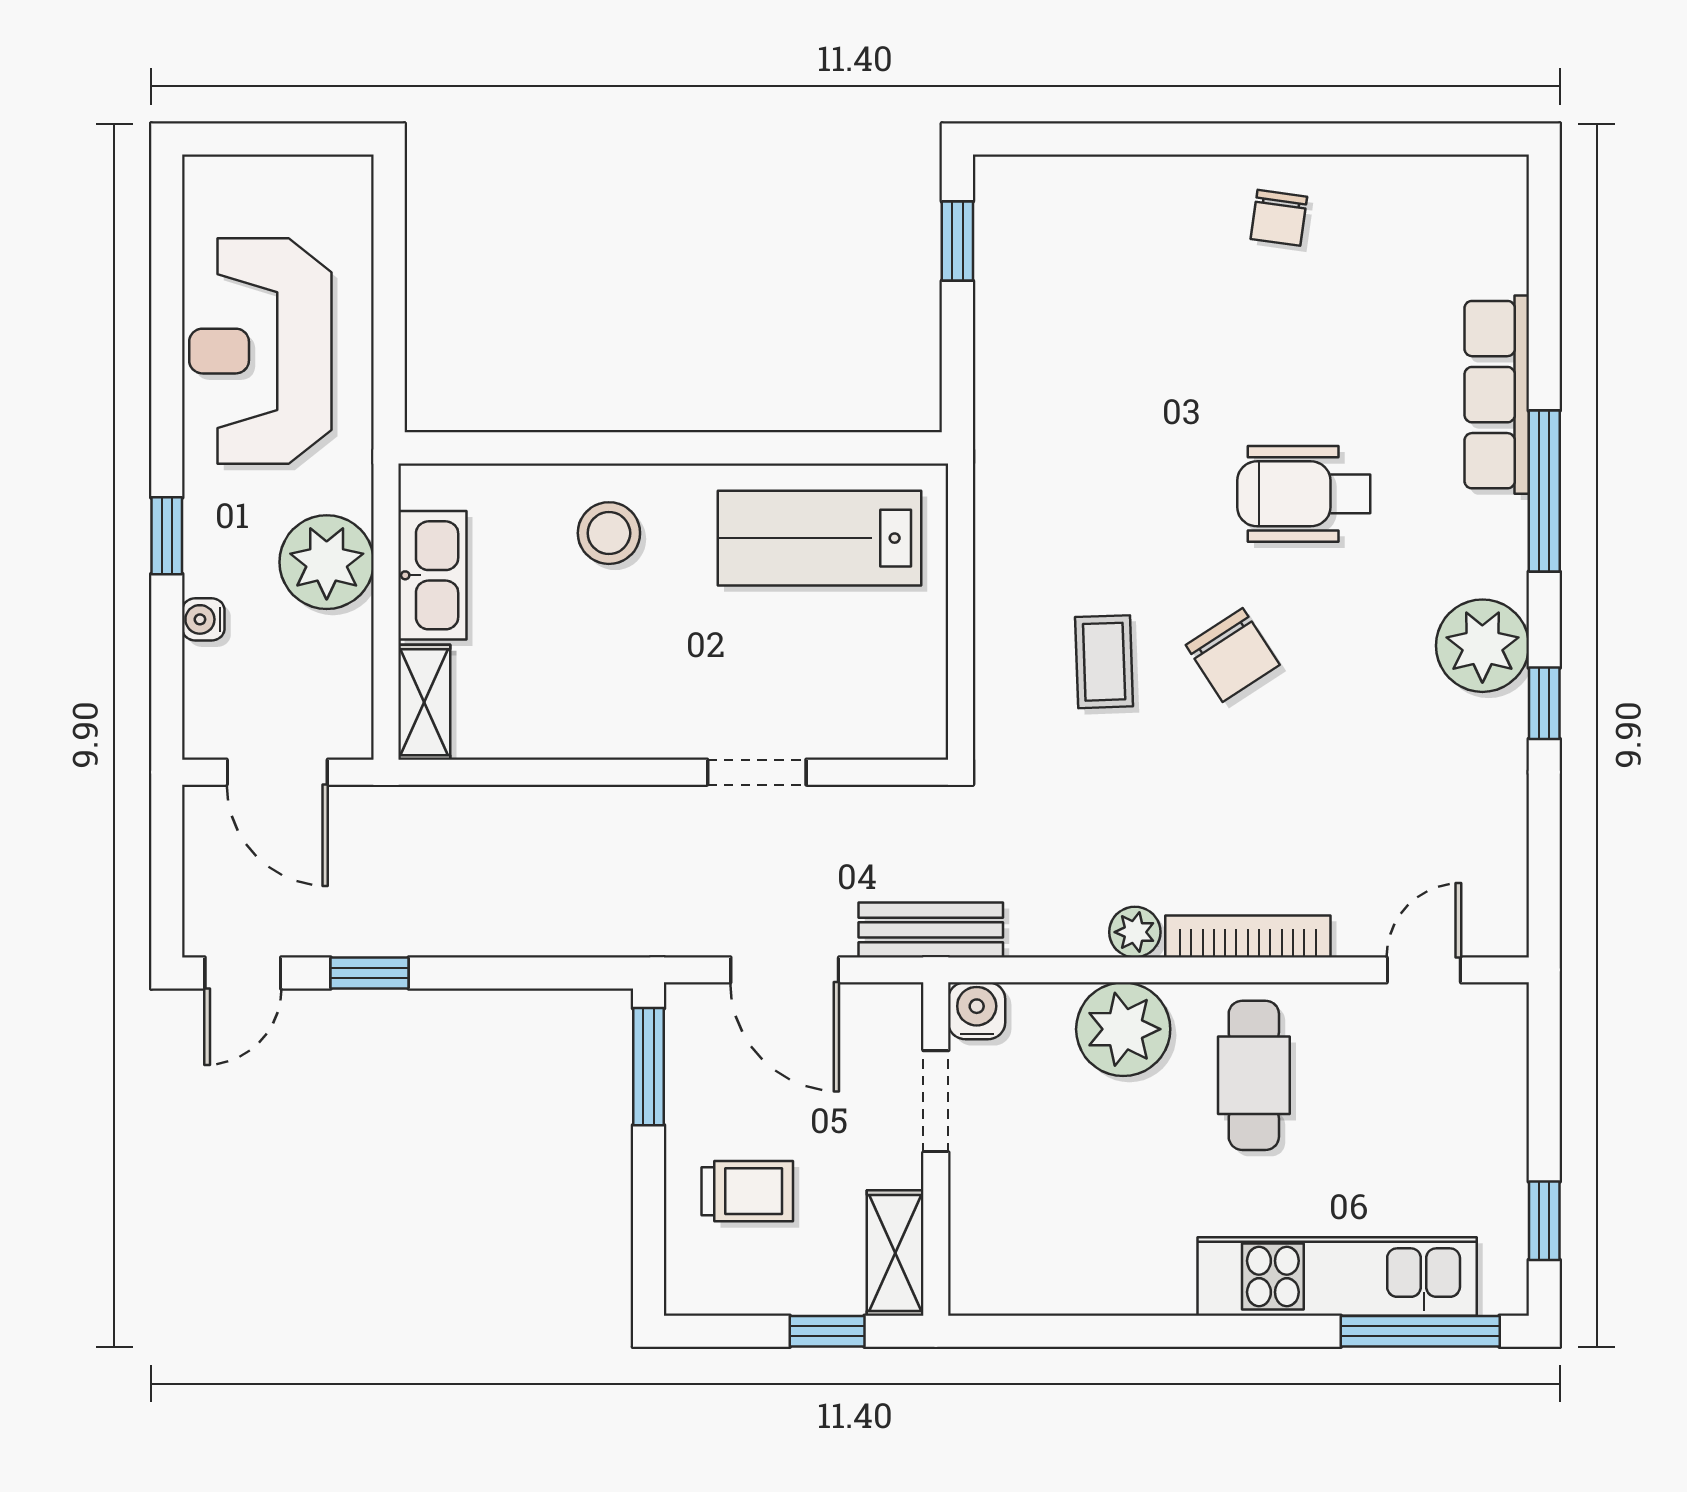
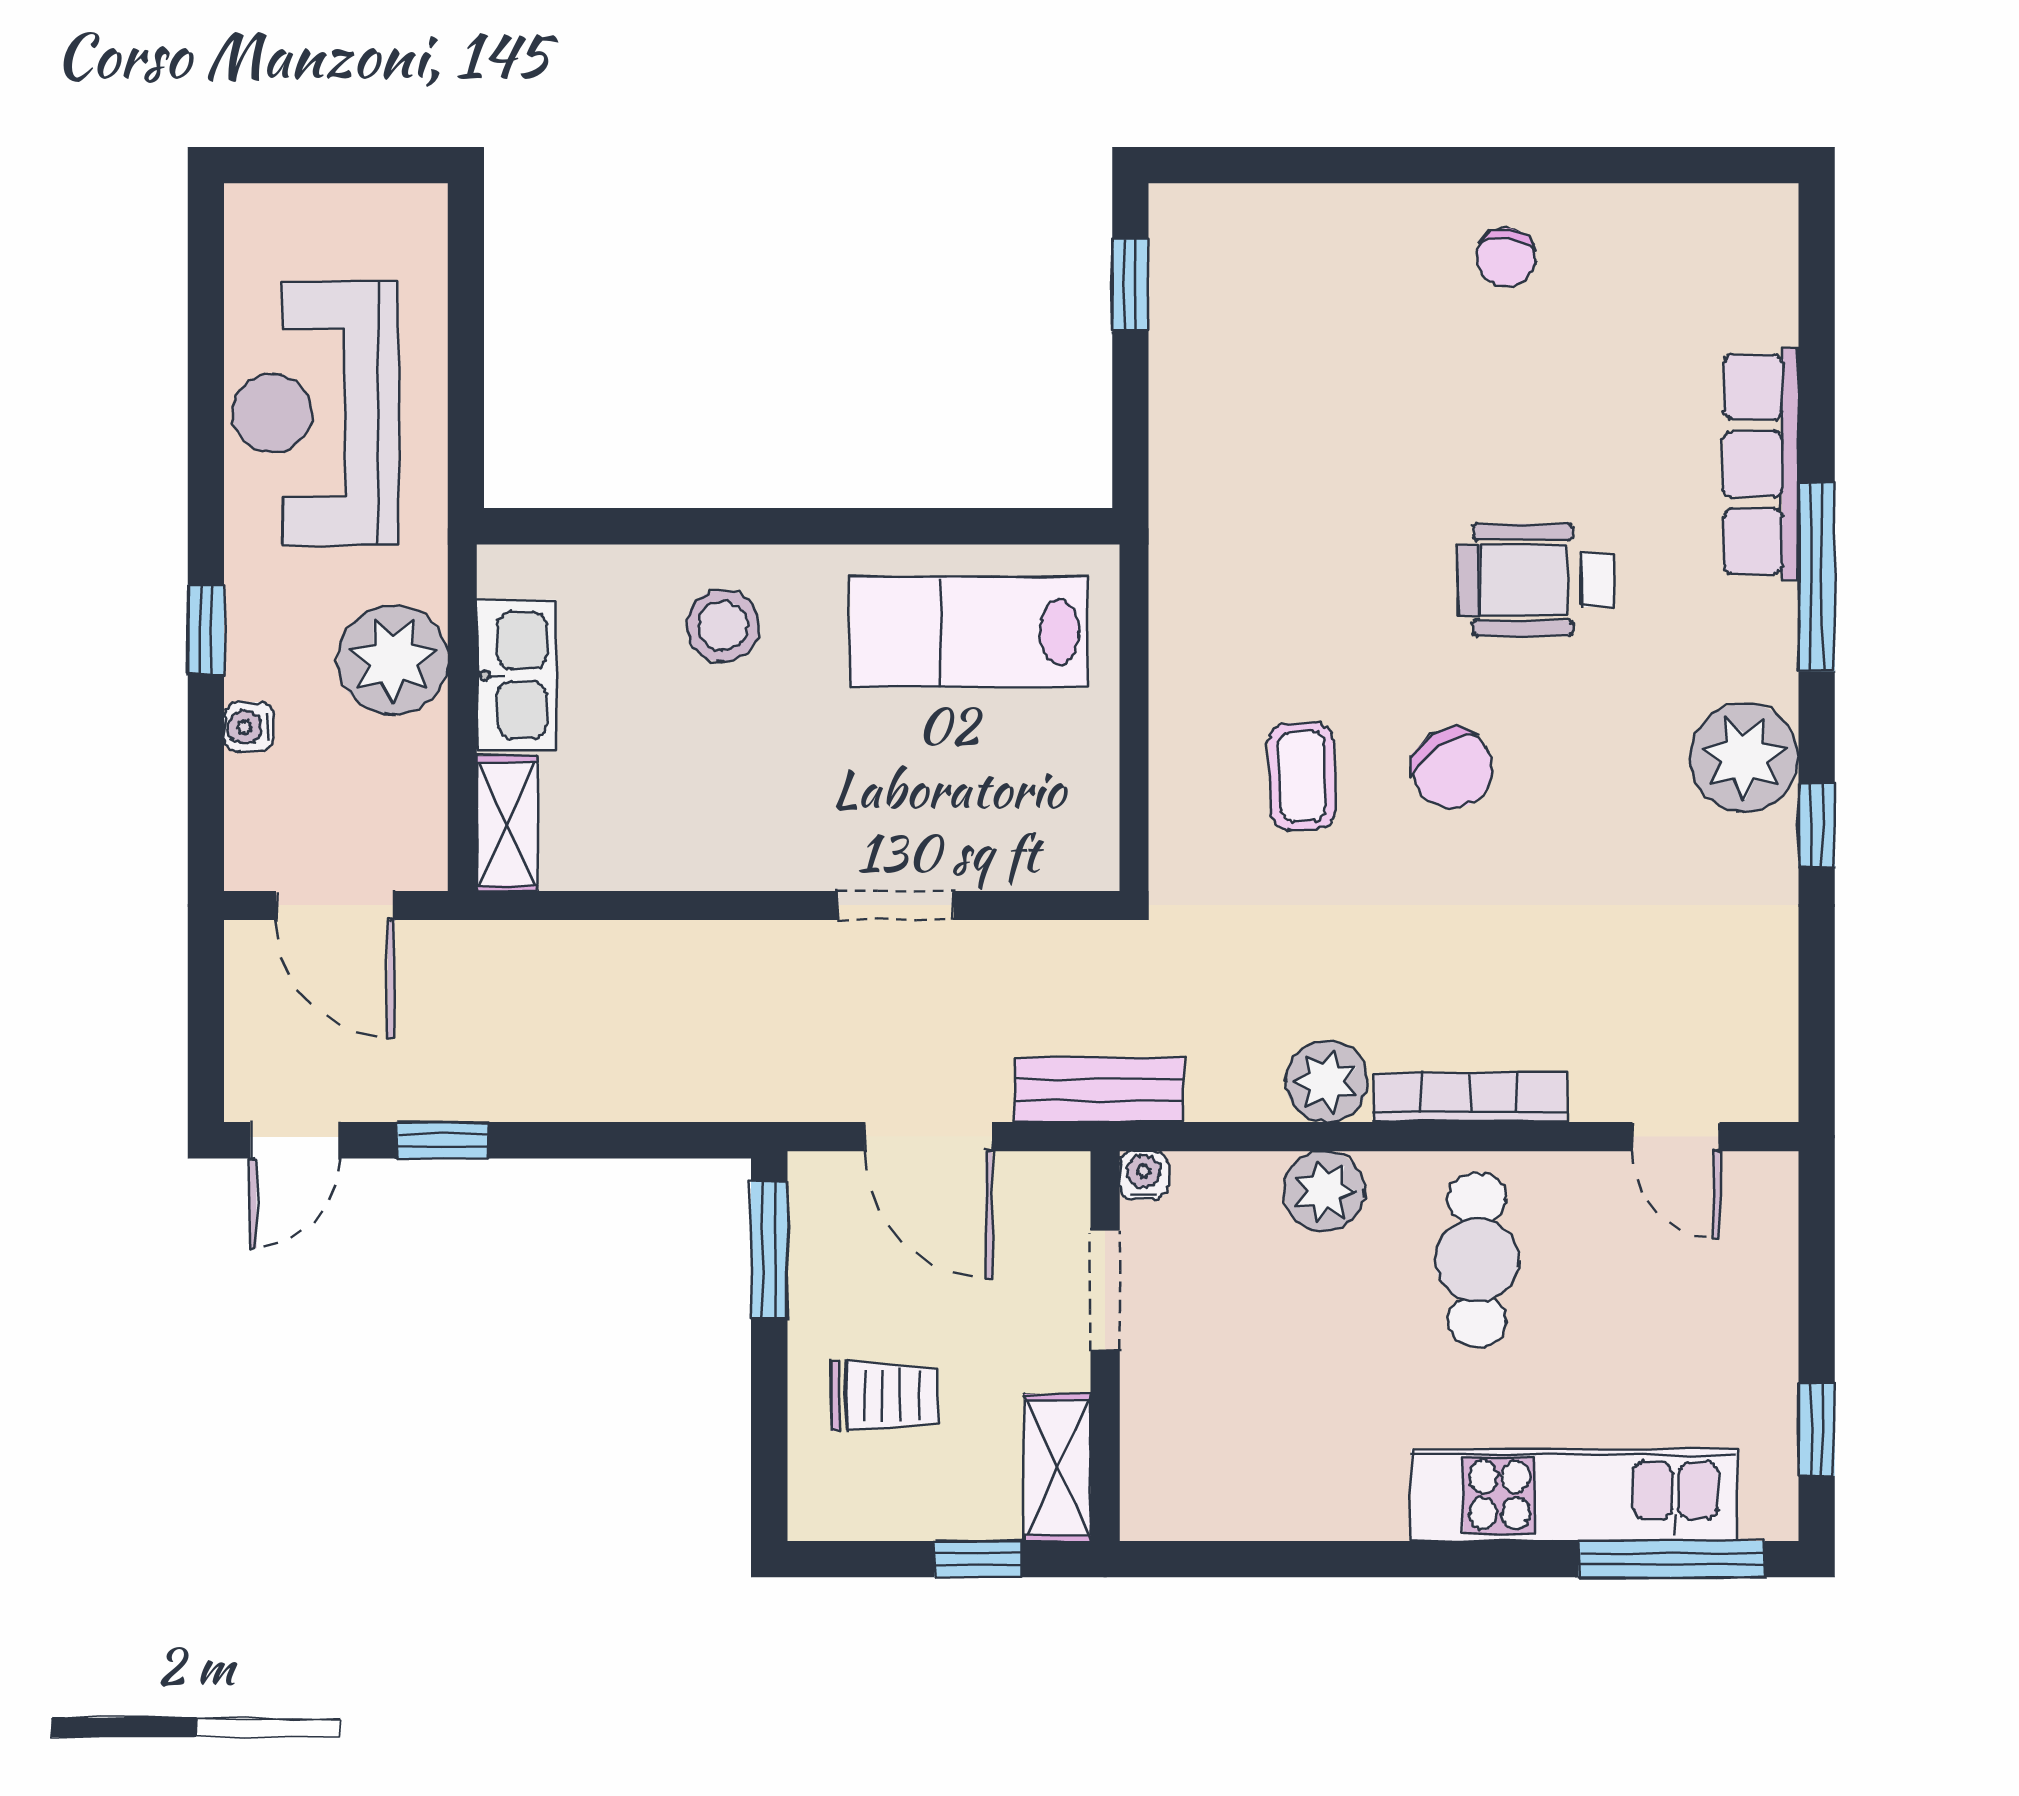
plant: (1135, 932) -> (1327, 1081), width x1.38, depth x1.38
door: (1424, 970) -> (1676, 1137), swing flipped
water cooler: (977, 1011) -> (1144, 1175), width x0.72, depth x0.72
plant: (1123, 1029) -> (1324, 1191), width x0.73, depth x0.73

